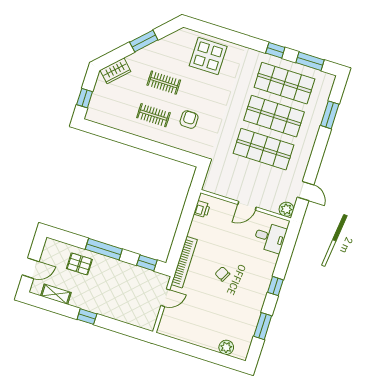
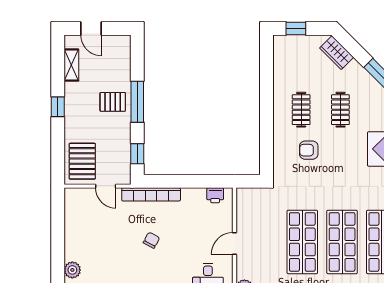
armchair: (189, 120) -> (309, 150), turned 180
door: (247, 206) -> (235, 243), hinge flipped
pallet: (79, 264) -> (113, 102), moved, turned 90
pallet: (139, 310) -> (82, 161), added

